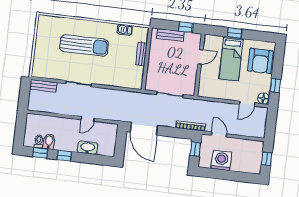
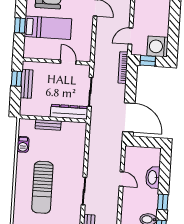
bench: (170, 35) -> (27, 84), moved
sun lounger: (84, 45) -> (42, 187), turned 180
door: (200, 57) -> (68, 62), moved
dresser: (152, 74) -> (69, 112), added
door: (144, 129) -> (129, 117), hinge flipped
washing machine: (221, 160) -> (158, 46), moved

